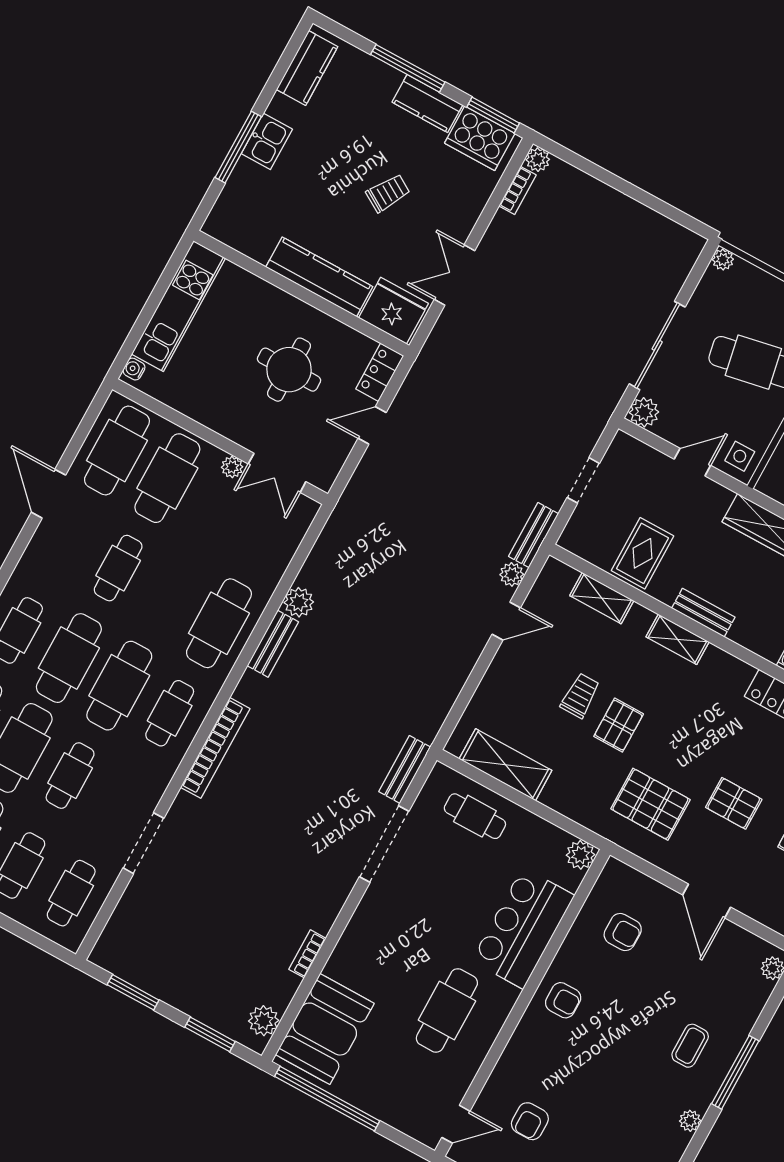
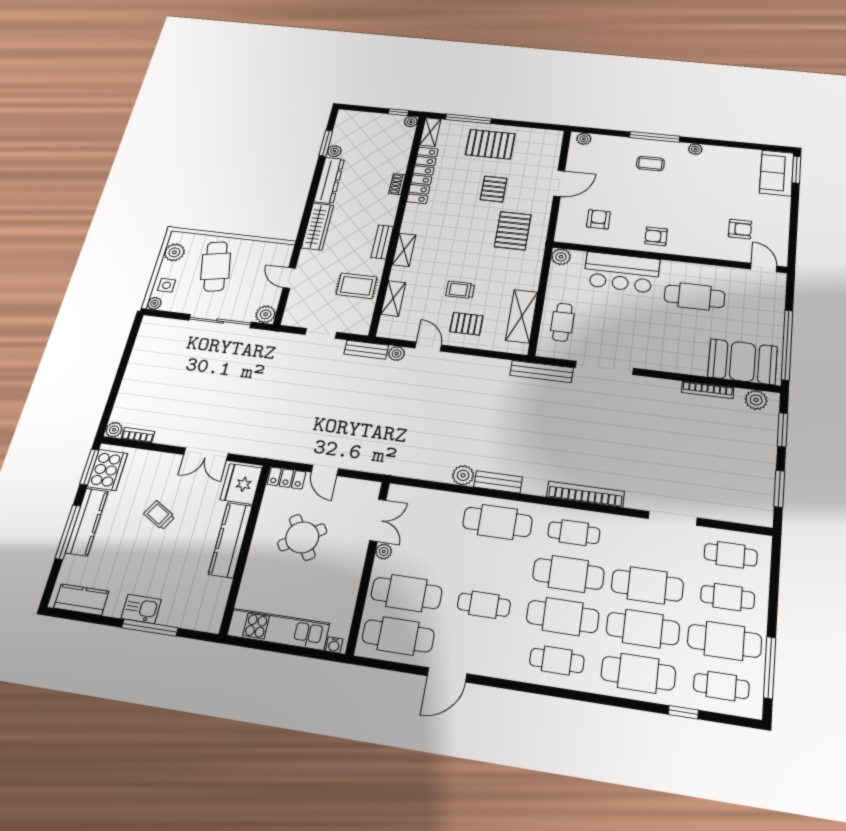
kitchen counter: (427, 104) -> (87, 522), width x1.50
round table: (289, 370) -> (302, 537), turned -32
side table: (740, 456) -> (167, 285), moved
pallet: (619, 725) -> (466, 324), moved
bench: (405, 769) -> (542, 372), width x1.36
cafe table: (70, 776) -> (647, 585), width x1.37, depth x1.35
bookcase: (307, 954) -> (708, 390), width x1.56
armchair: (563, 1000) -> (656, 236), turned -90

